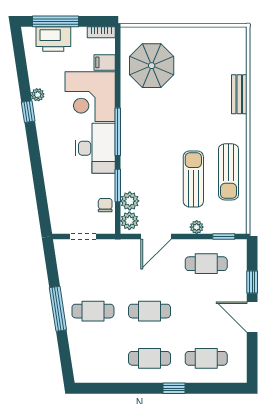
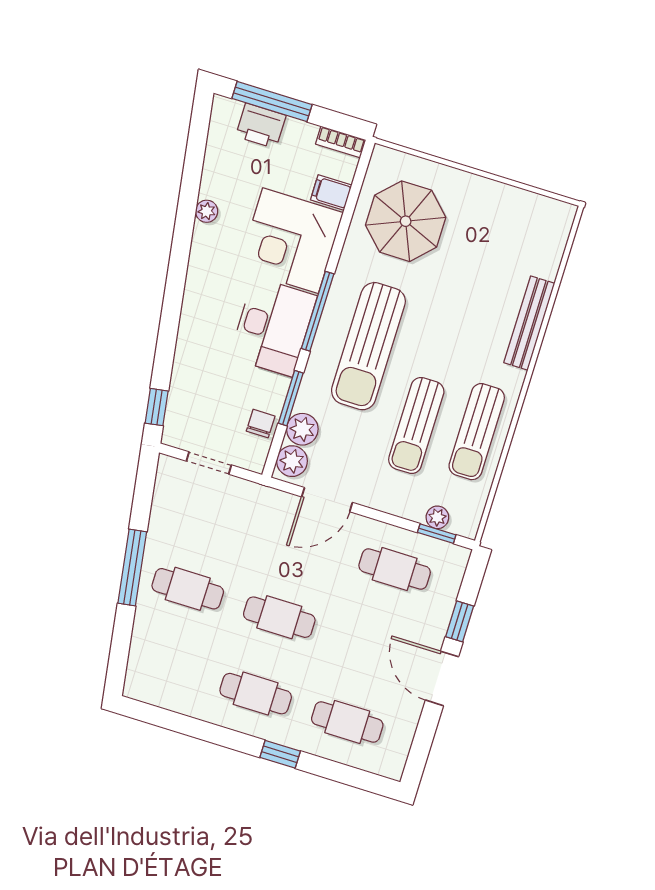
printer: (53, 39) -> (261, 126), width x0.73, depth x0.84
bench: (239, 94) -> (529, 323), width x1.36
window: (28, 112) -> (157, 407), moved
sun lounger: (153, 143) -> (368, 346), added
sun lounger: (193, 179) -> (416, 425), turned 180
plant: (197, 227) -> (437, 517), moved

